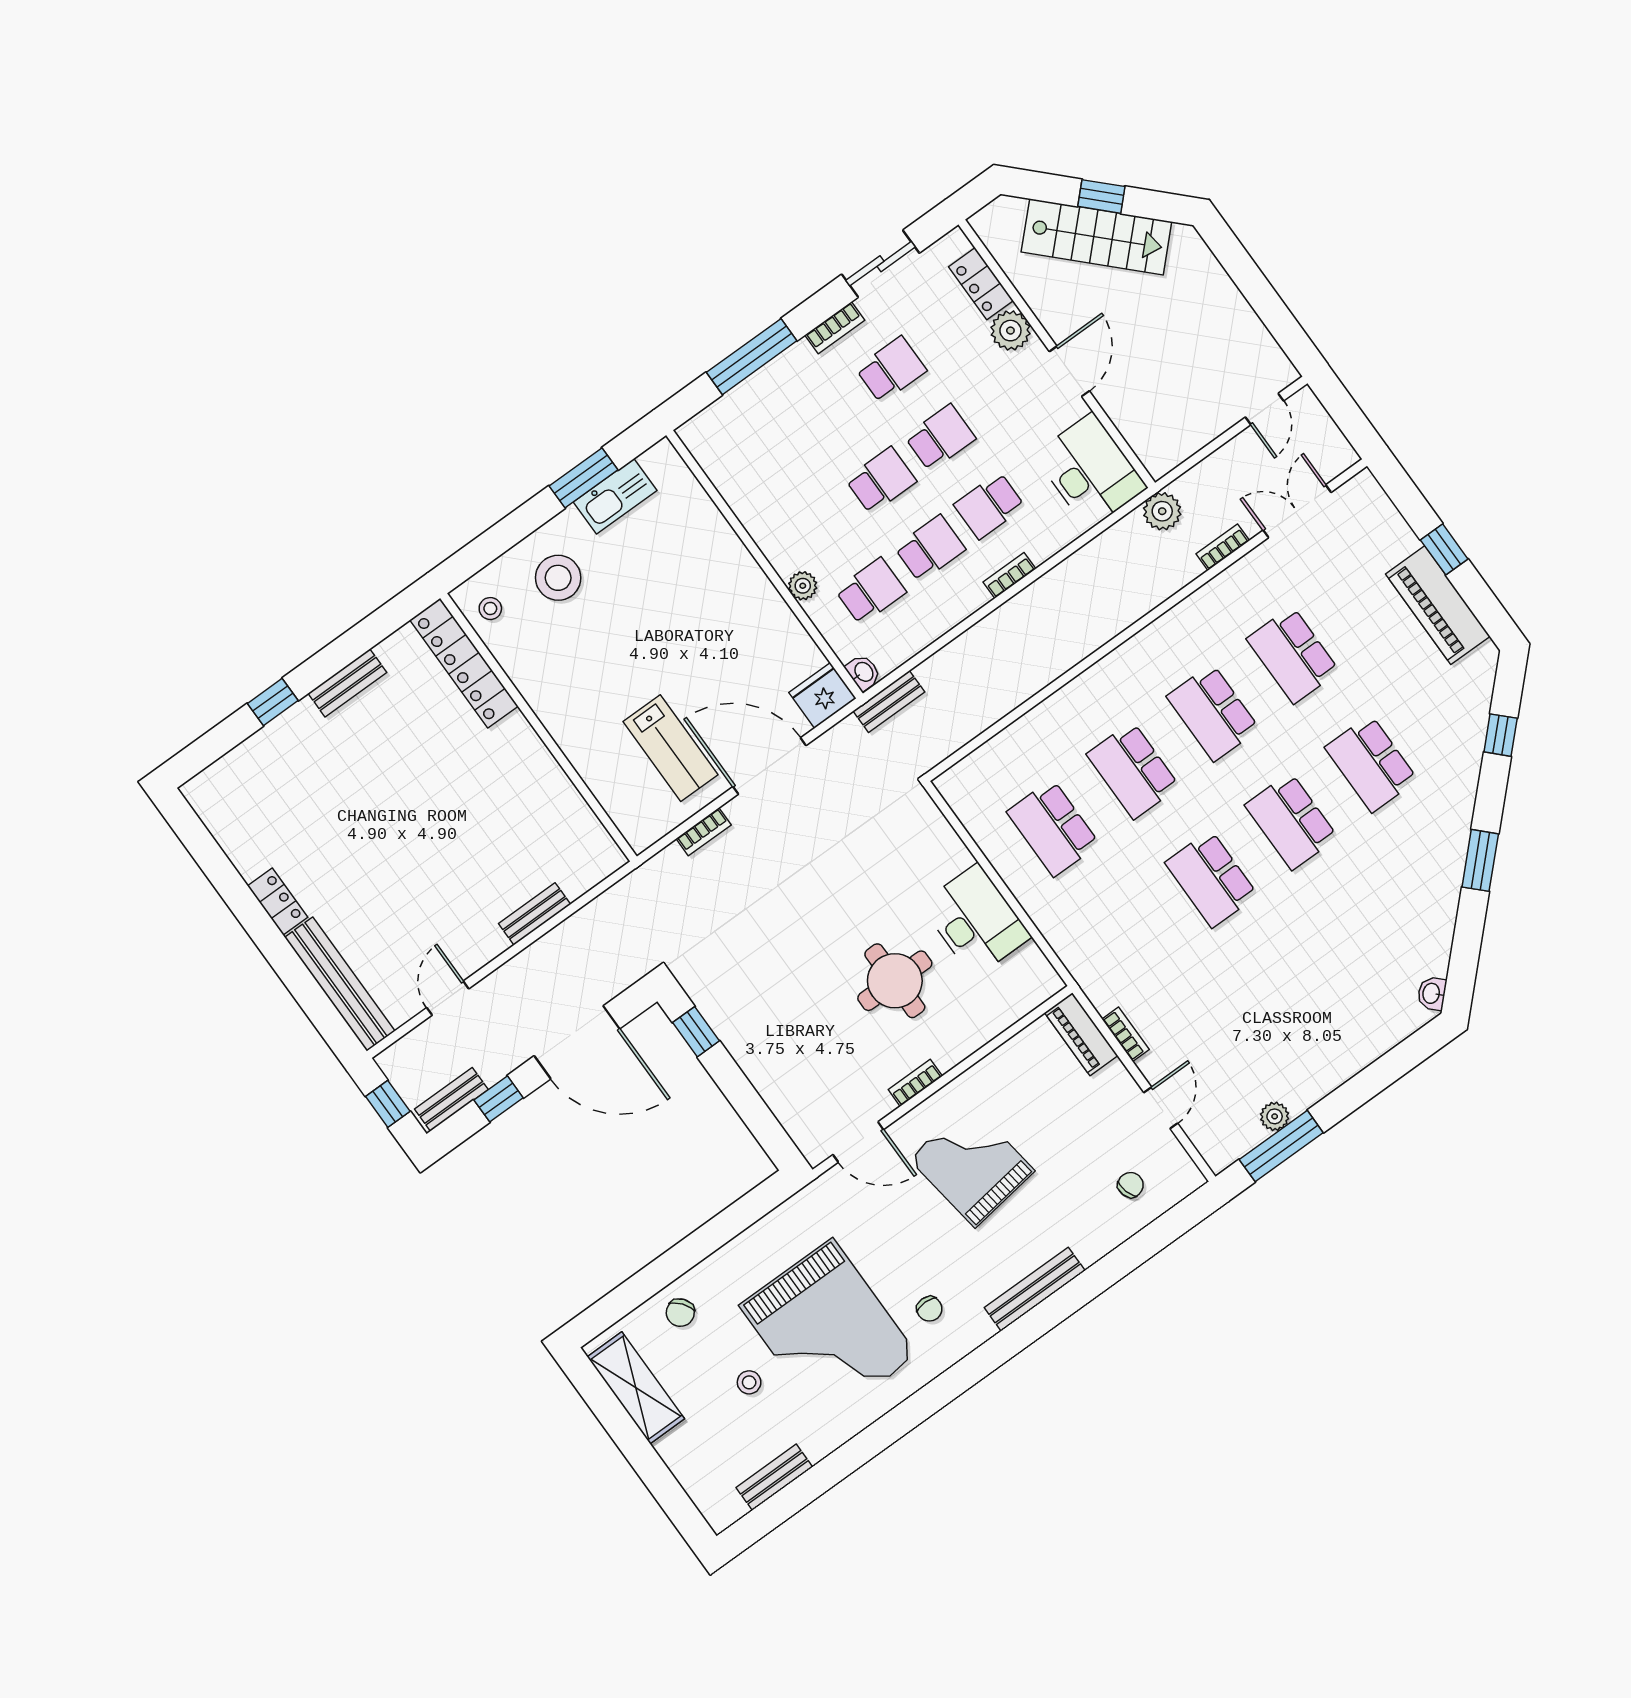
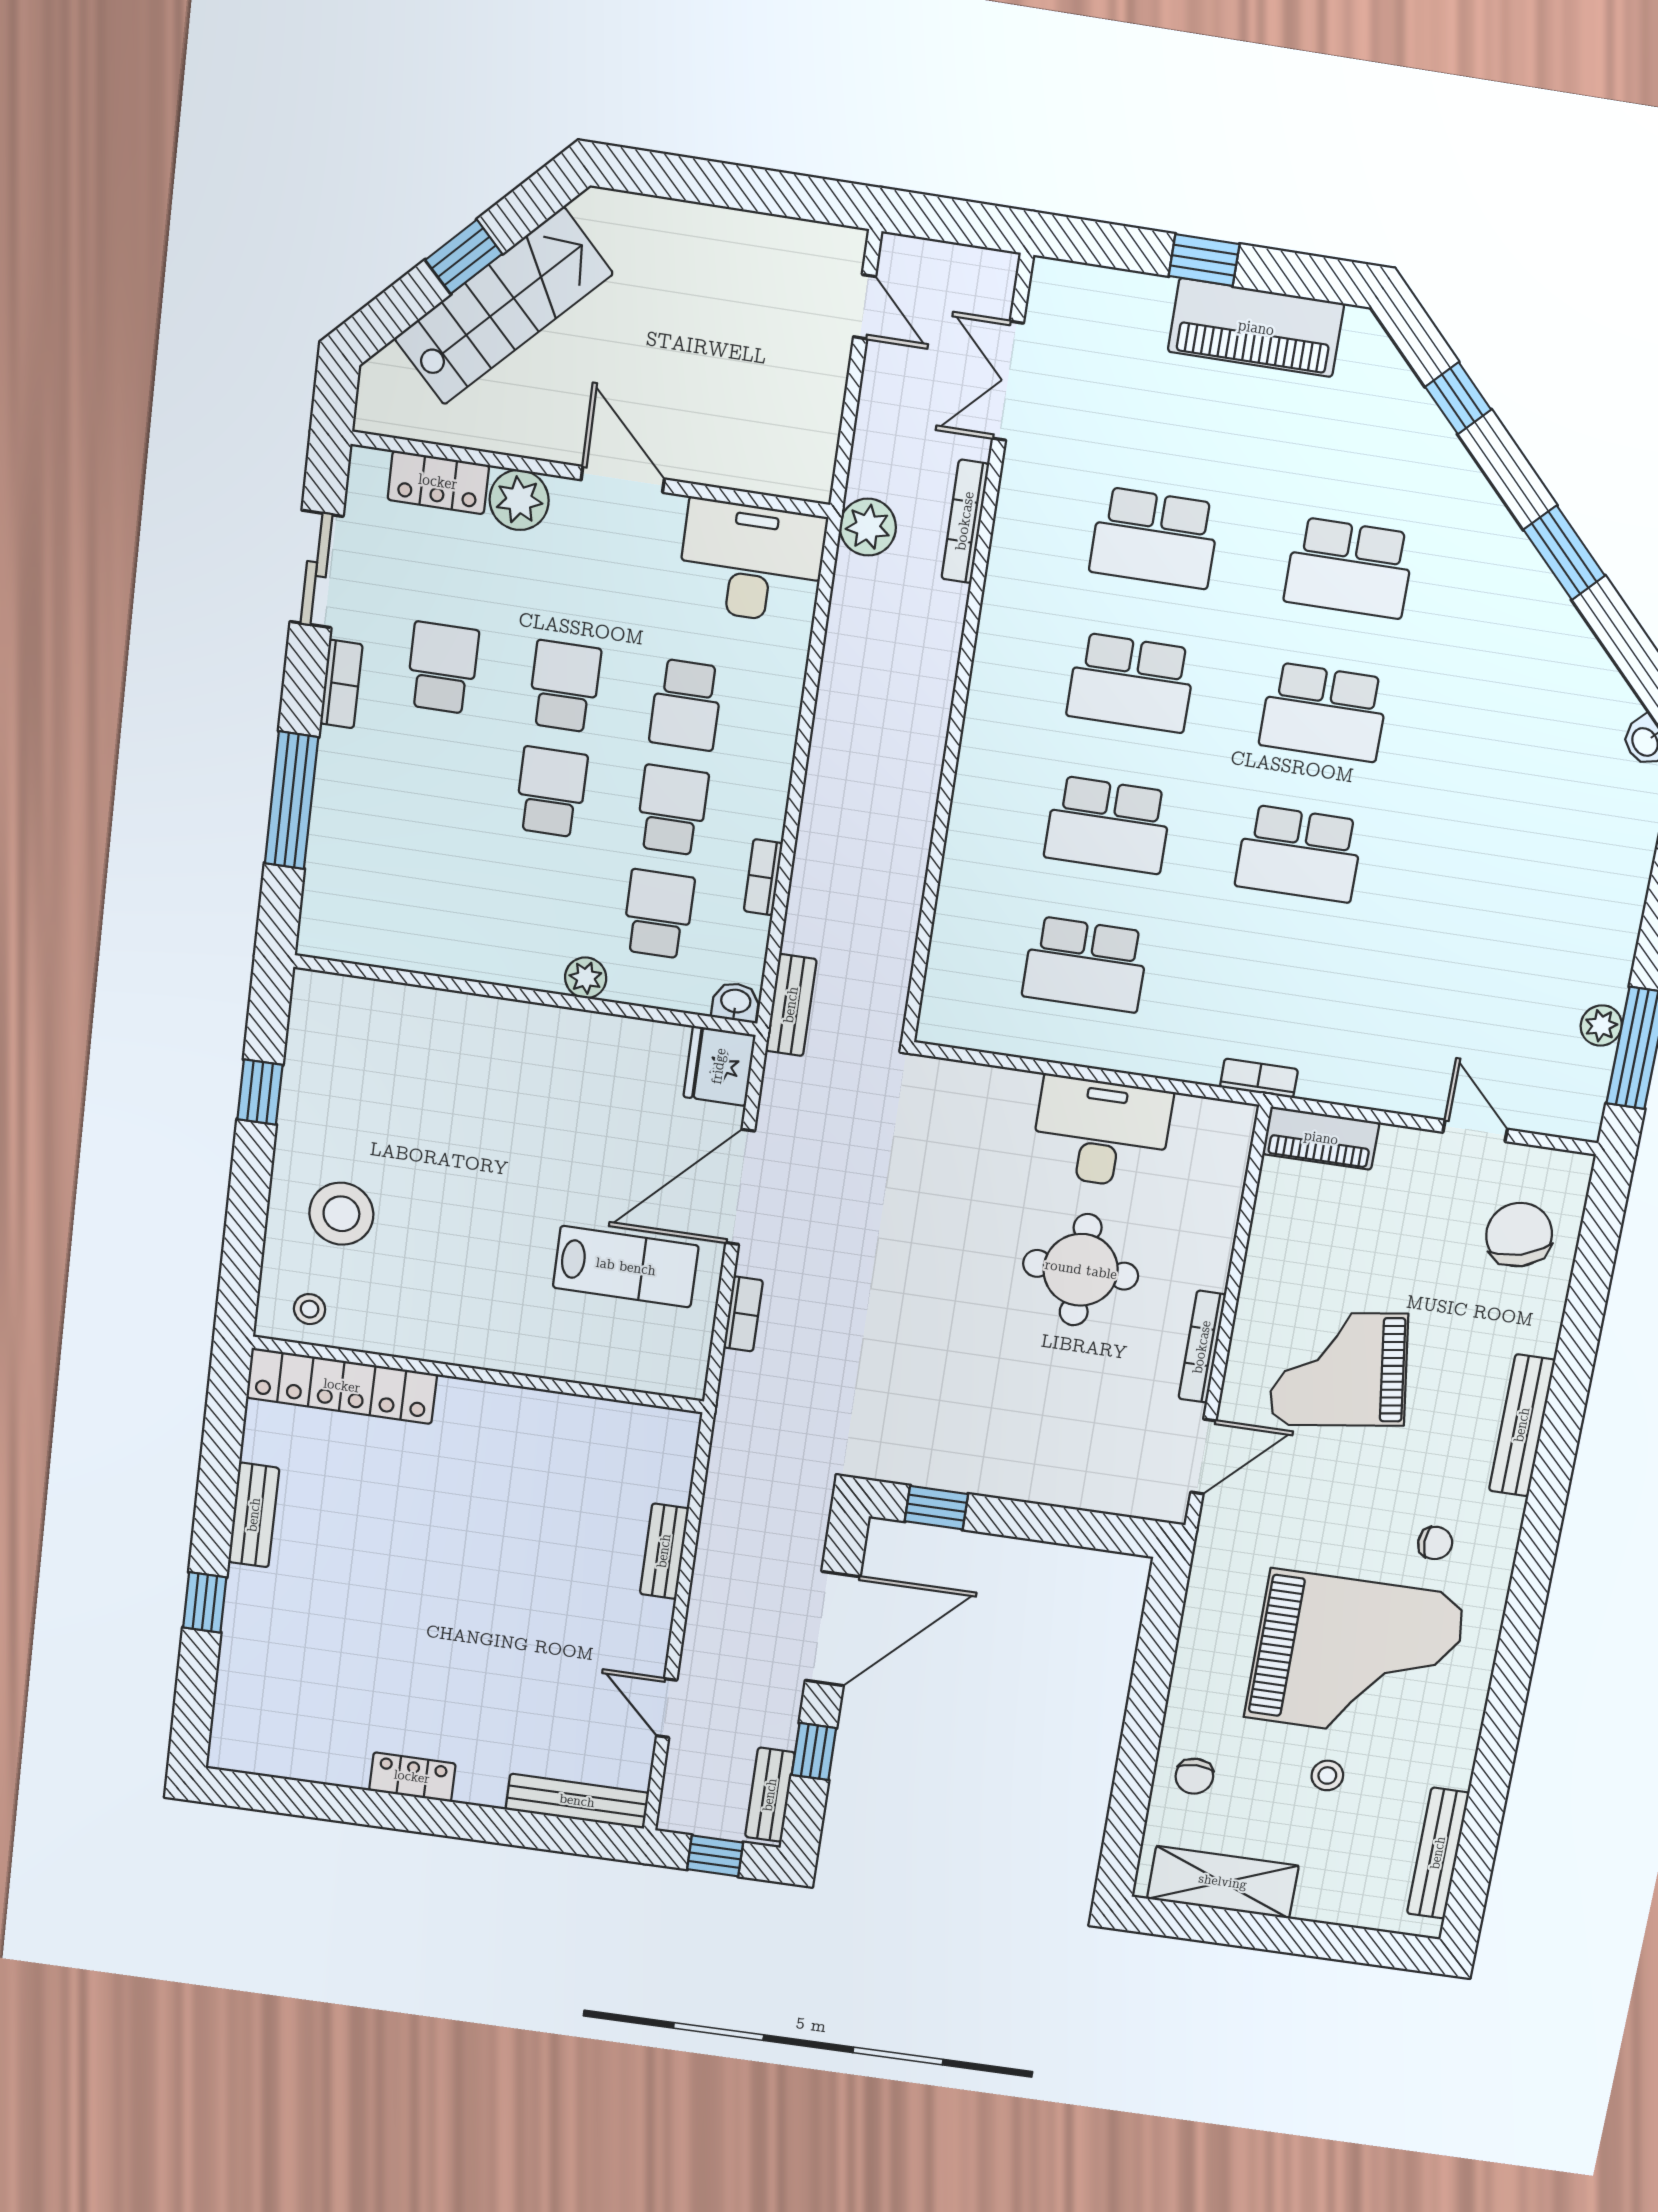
window: (583, 478) -> (260, 1092), width x0.67
kitchen sink: (615, 496) -> (310, 1078), removed
bookcase: (1223, 547) -> (965, 521), width x1.56
bookcase: (1009, 575) -> (763, 877), moved
bench: (340, 984) -> (577, 1801), width x0.73, depth x0.82
bookcase: (1126, 1034) -> (1259, 1078), moved
bookcase: (915, 1083) -> (1202, 1347), width x1.56
chair: (1131, 1185) -> (1519, 1235), width x1.87, depth x1.87
chair: (680, 1313) -> (1194, 1776), turned 38
bench: (774, 1477) -> (1438, 1853), width x1.36

